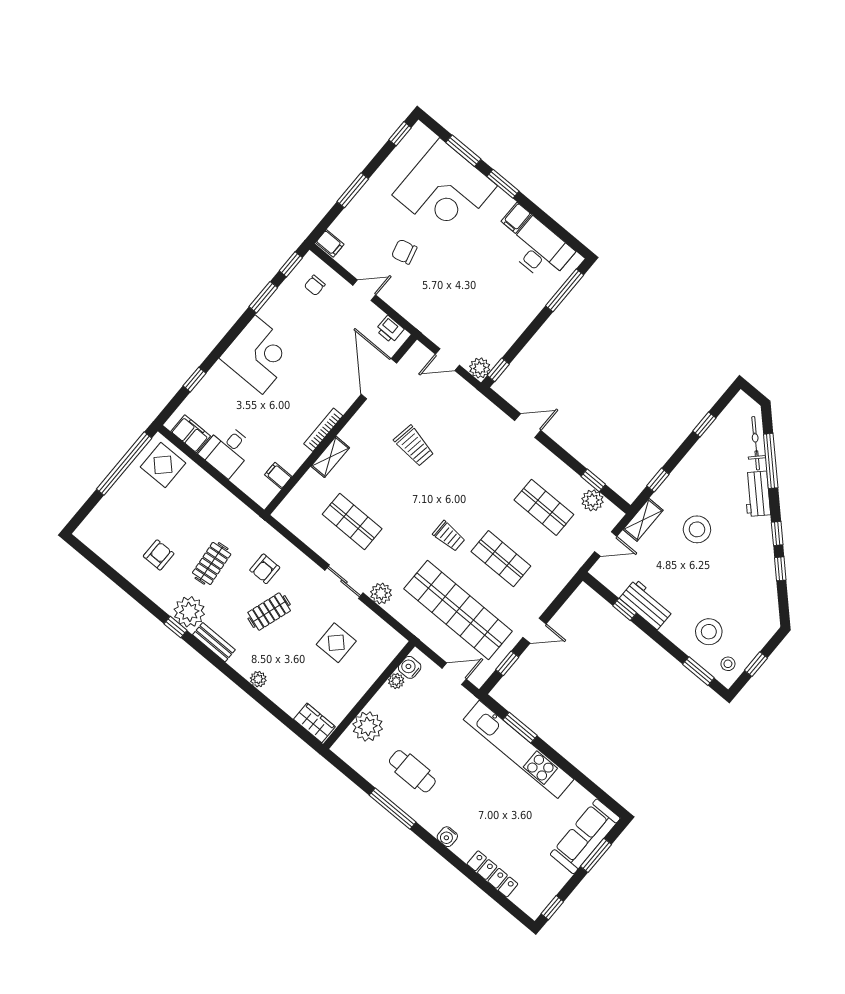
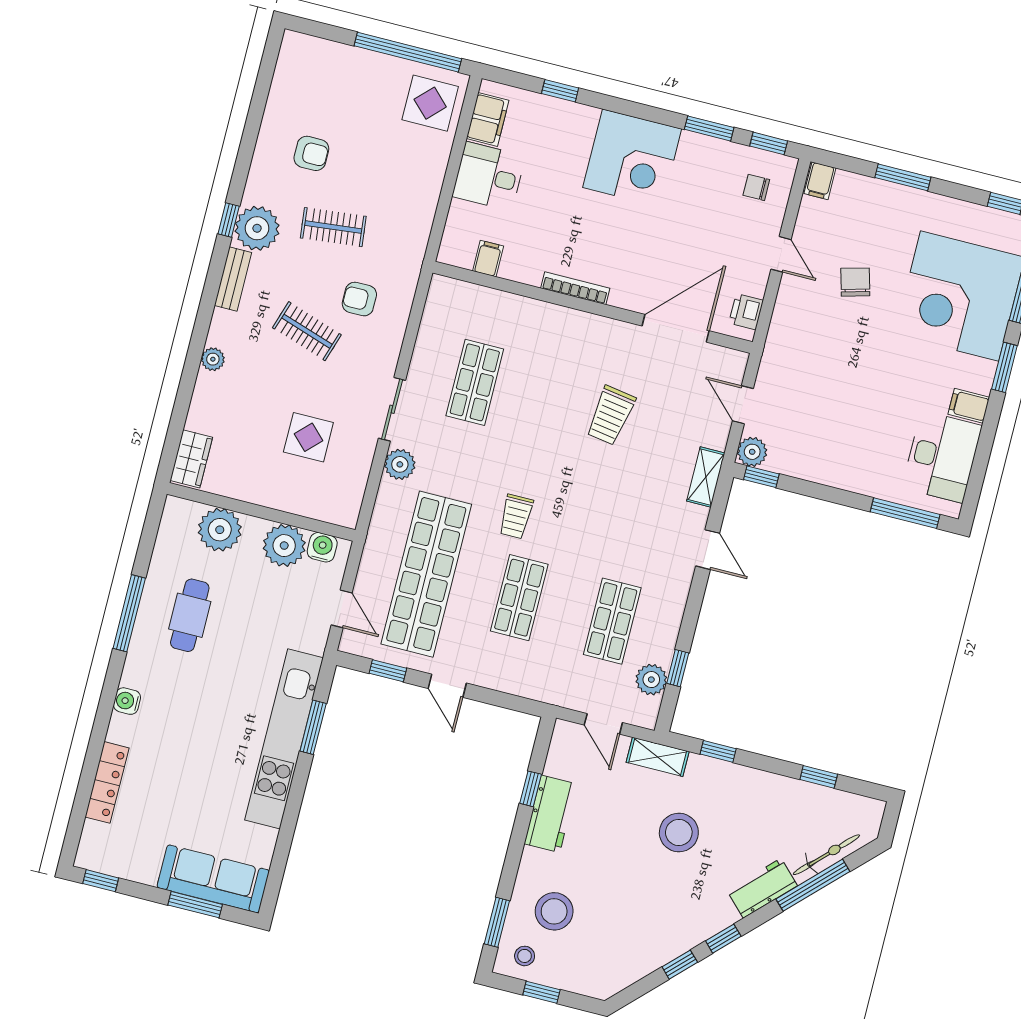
shelving: (330, 457) -> (706, 477), moved, turned 90
plant: (396, 681) -> (284, 546), width x1.88, depth x1.88

